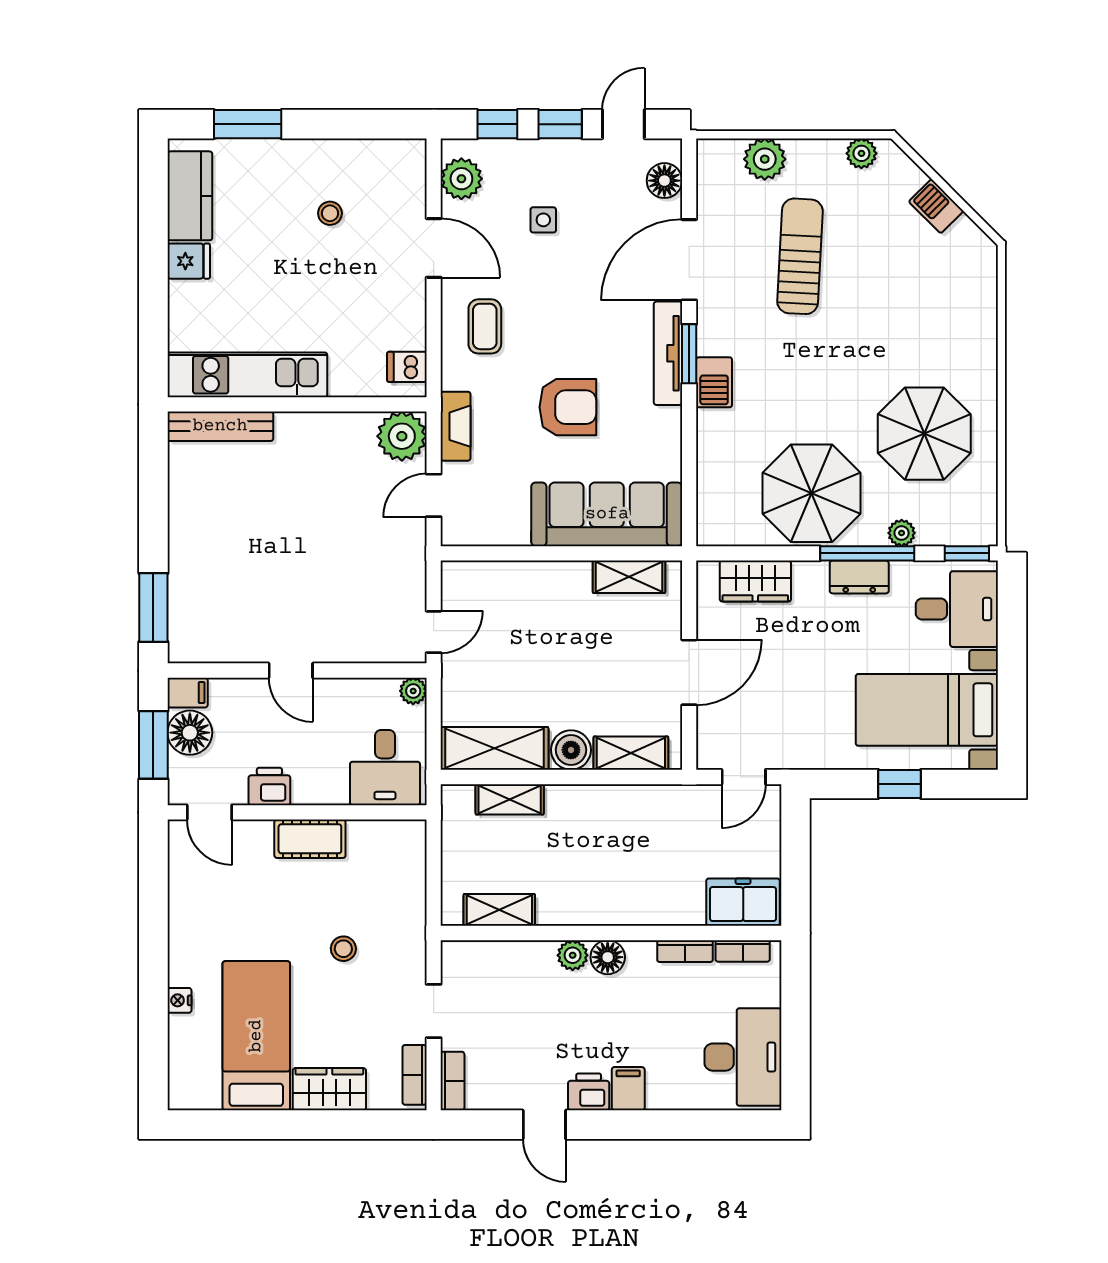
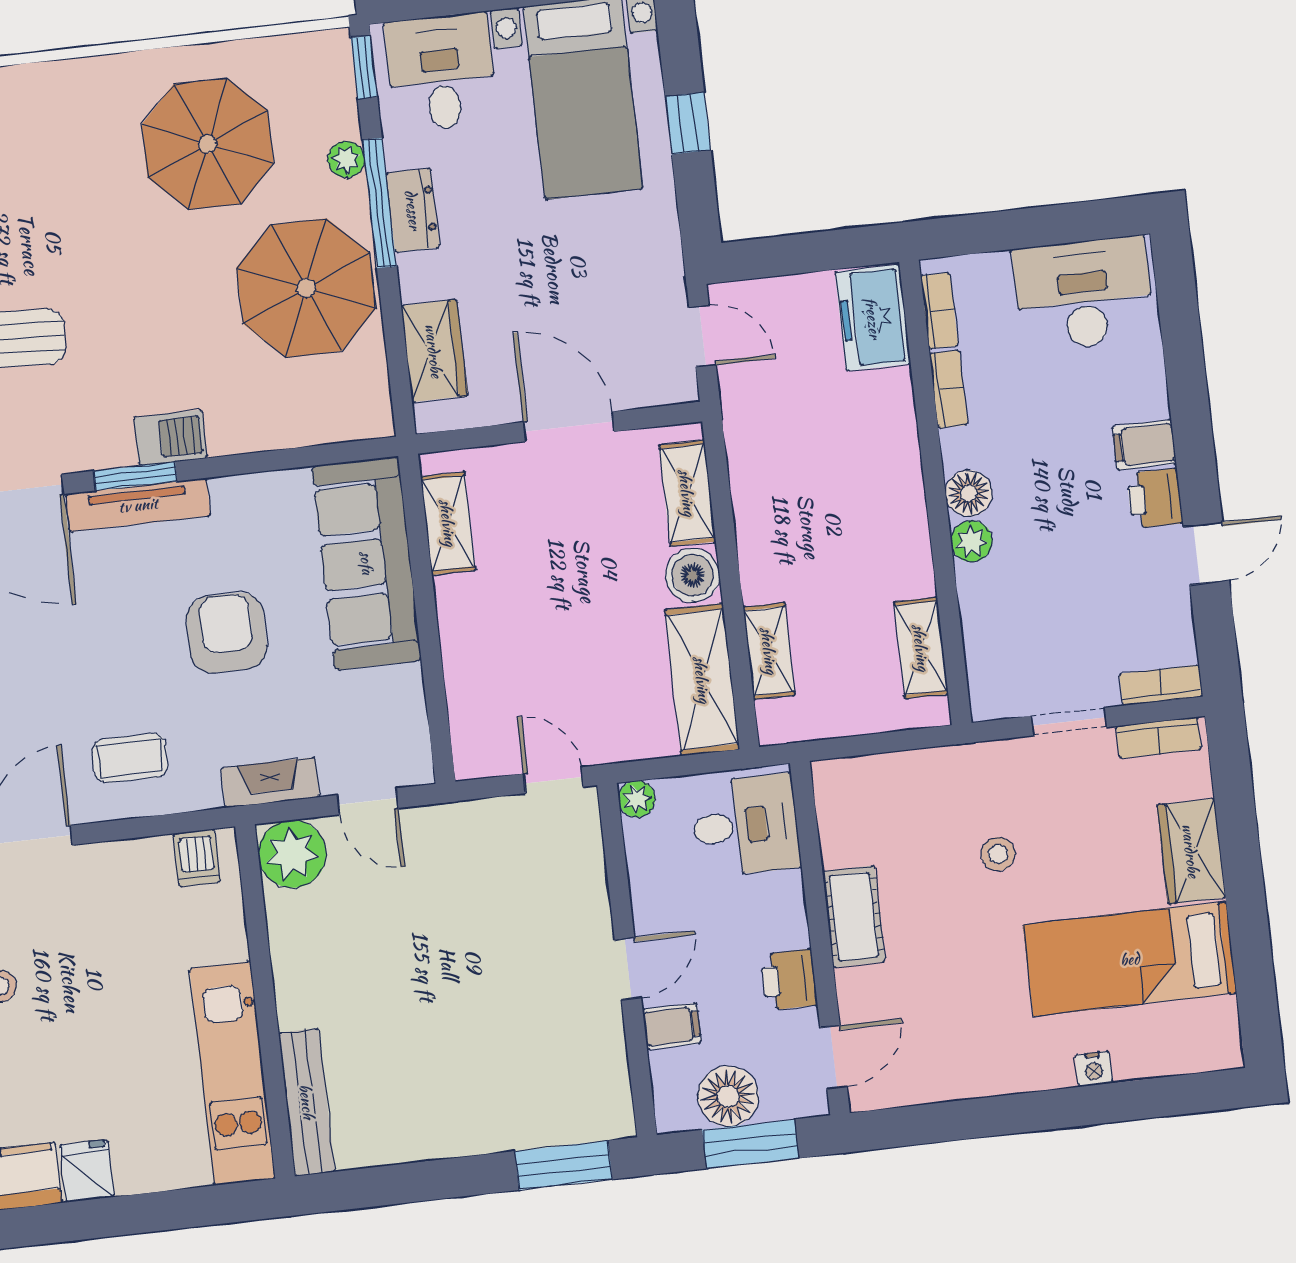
filing cabinet: (188, 693) -> (672, 1026), moved, turned 90

